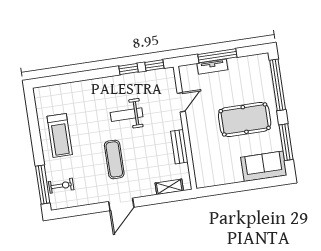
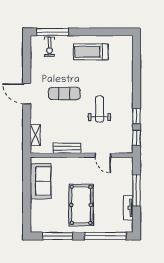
tv unit: (212, 67) -> (128, 208), moved
sofa: (264, 166) -> (41, 181), moved

